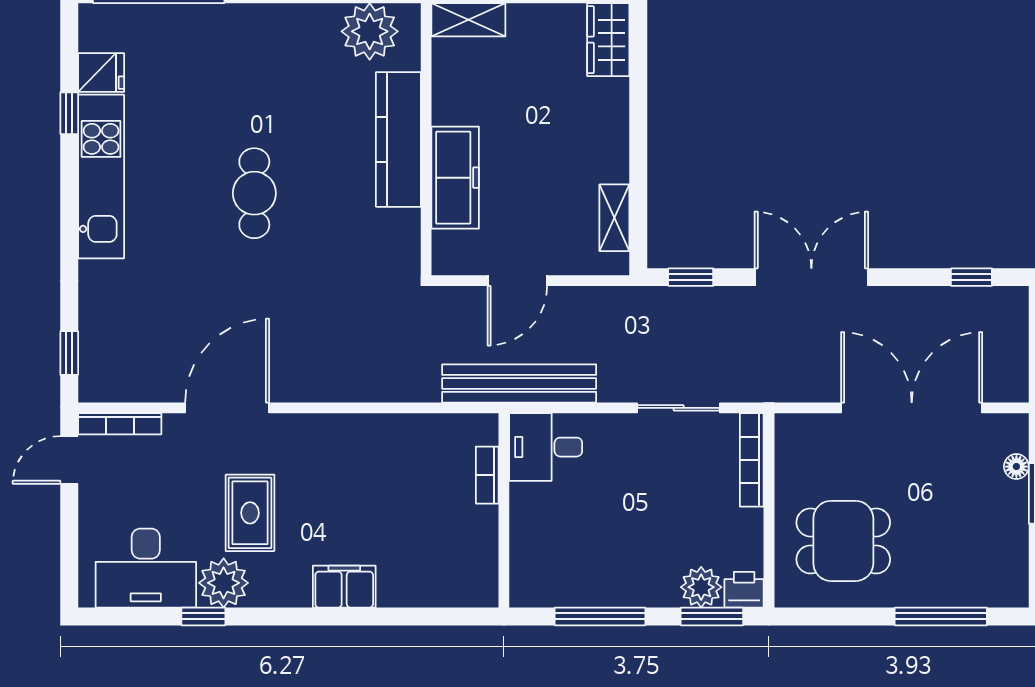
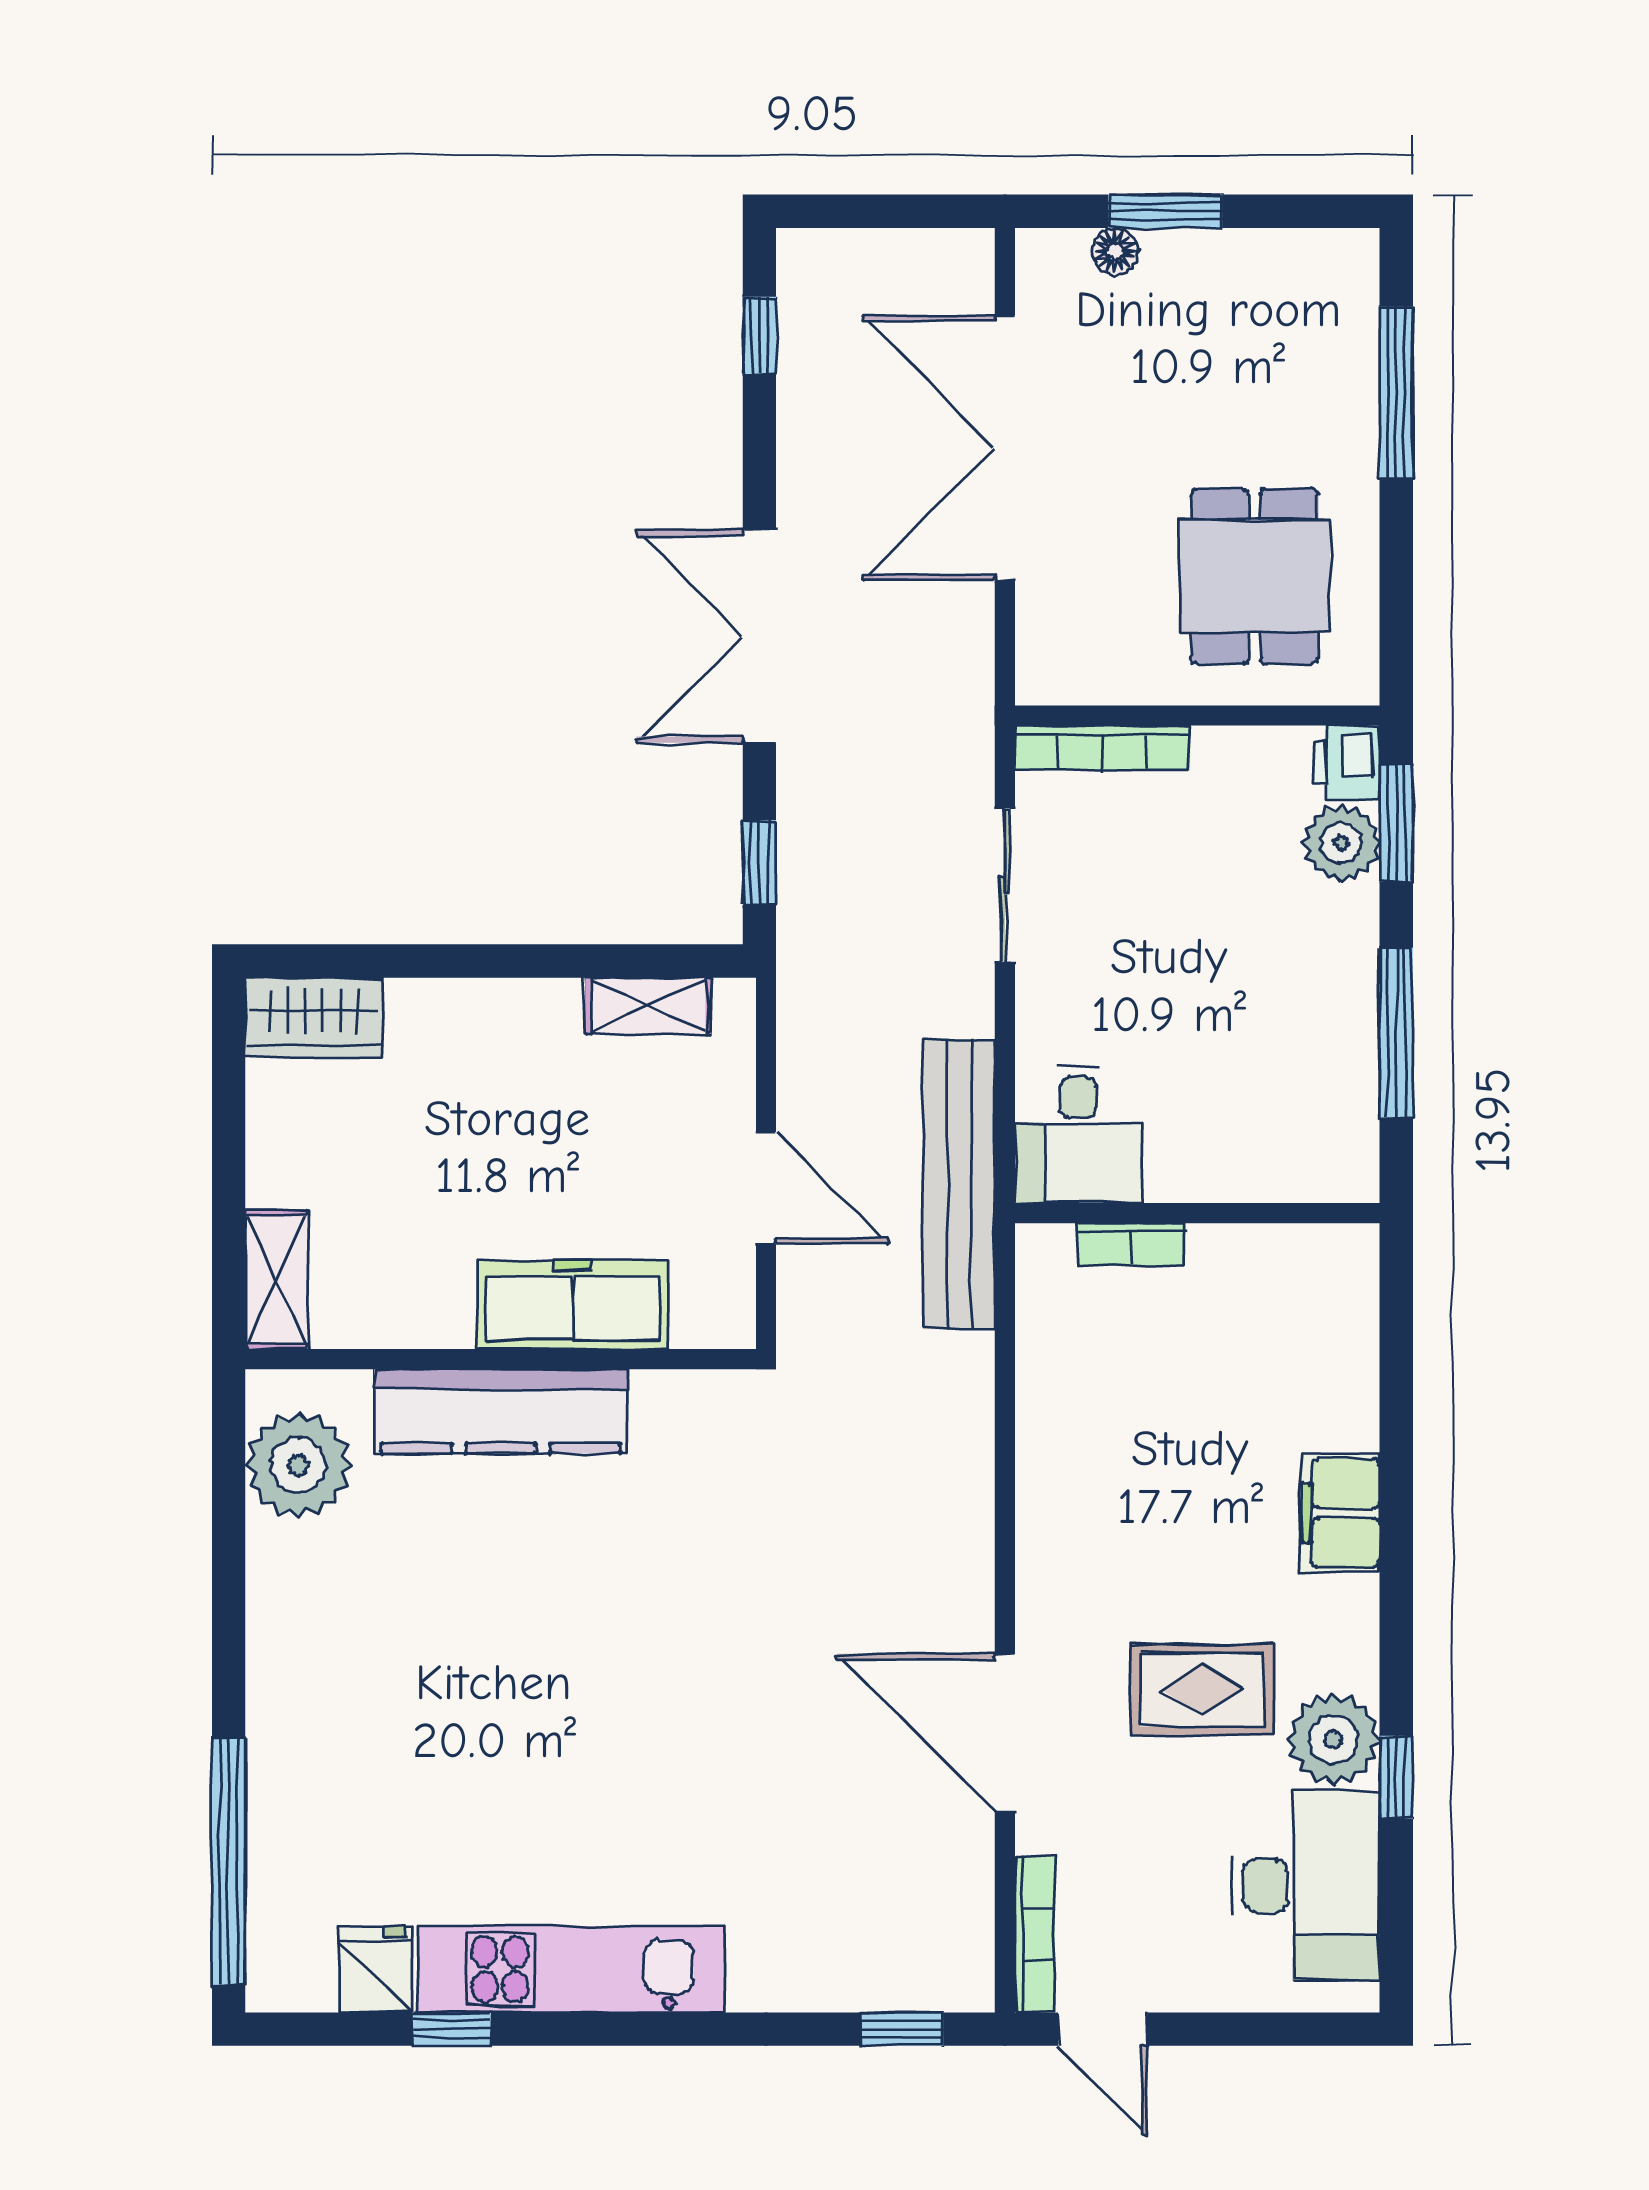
cafe table: (254, 193) -> (602, 1682), removed

